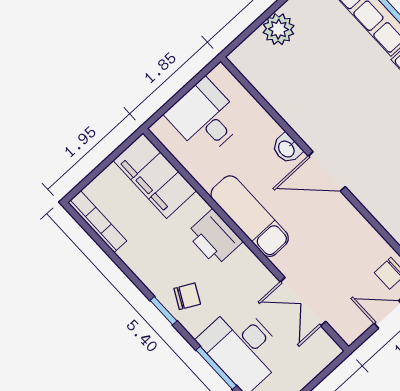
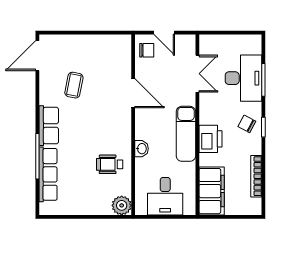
plant: (279, 29) -> (122, 205), moved
wheelchair: (308, 94) -> (110, 164), added
door: (327, 171) -> (133, 93), moved
bookcase: (97, 222) -> (256, 176), moved

